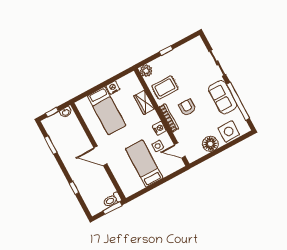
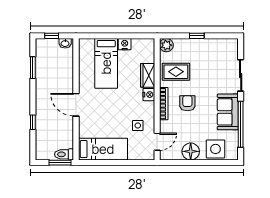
nightstand: (159, 128) -> (149, 95), moved
door: (180, 151) -> (157, 142), swing flipped
bed: (144, 163) -> (103, 149), moved, turned 90

